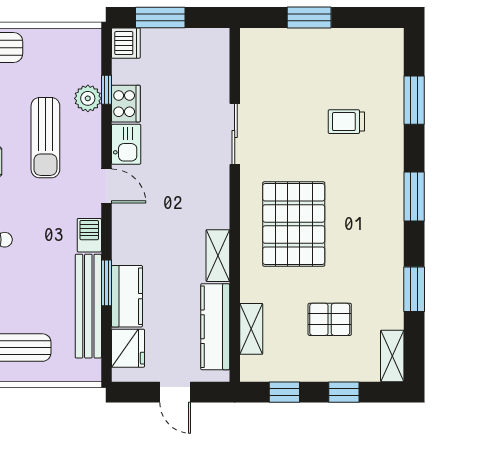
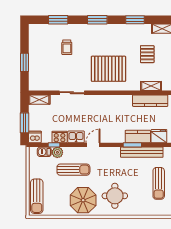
barbecue: (89, 235) -> (44, 152), moved
shelving: (218, 256) -> (39, 100), moved

